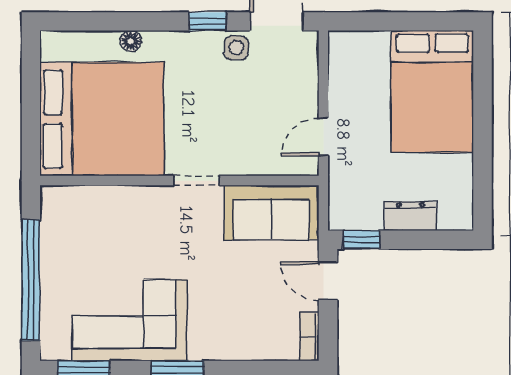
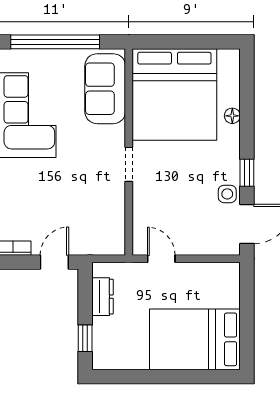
sofa: (271, 212) -> (105, 89), moved
dresser: (411, 216) -> (102, 297), moved
window: (362, 240) -> (85, 338), moved

